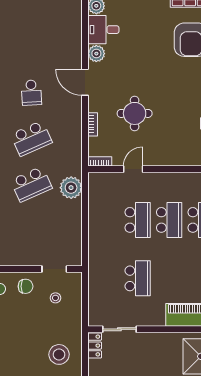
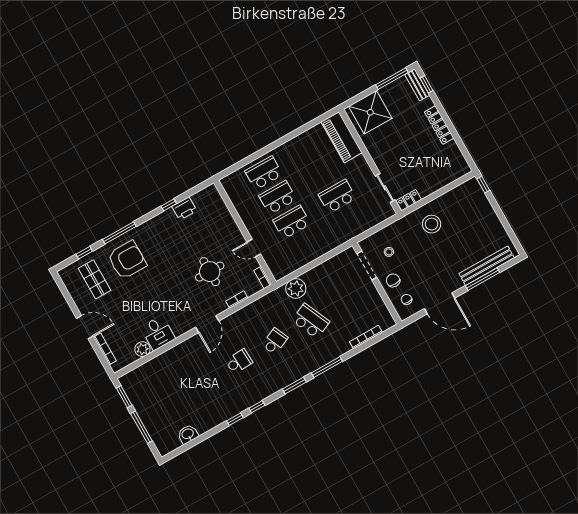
plant: (96, 54) -> (180, 328), removed
school desk: (31, 138) -> (275, 341), width x0.54
doorway: (54, 269) -> (367, 266), width x1.38

